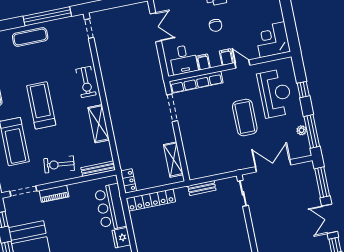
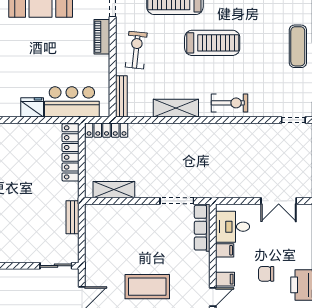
exercise bike: (86, 82) -> (229, 103), turned 180
row of seats: (196, 82) -> (202, 228), width x0.73
locker: (129, 181) -> (107, 130), width x1.53

